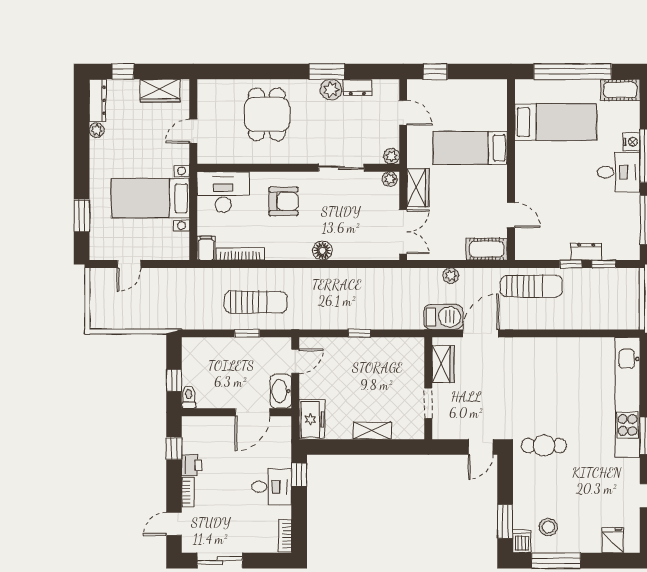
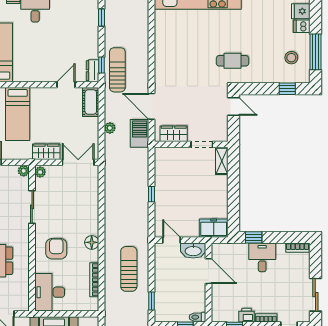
filing cabinet: (206, 248) -> (90, 305), removed
floor lamp: (322, 251) -> (92, 242), moved
dresser: (586, 252) -> (92, 71), moved
window: (571, 264) -> (101, 65), moved
window: (247, 333) -> (152, 301), moved
shelving: (372, 431) -> (222, 161), moved
cafe table: (544, 446) -> (232, 61), turned 90
window: (505, 521) -> (287, 89), width x0.67
dishwasher: (522, 541) -> (302, 26), moved

